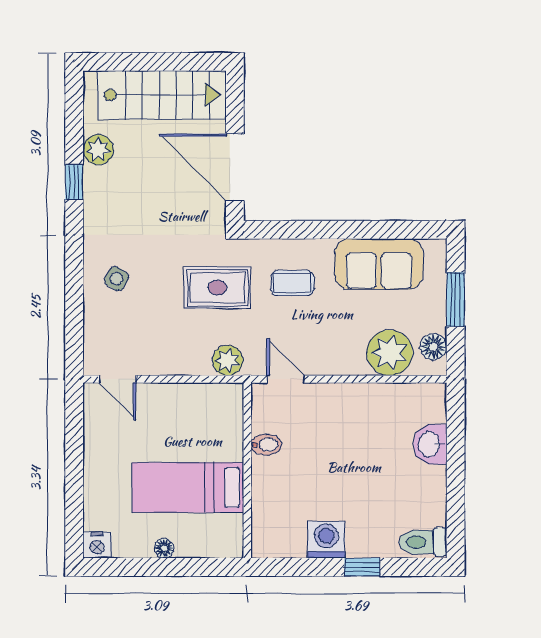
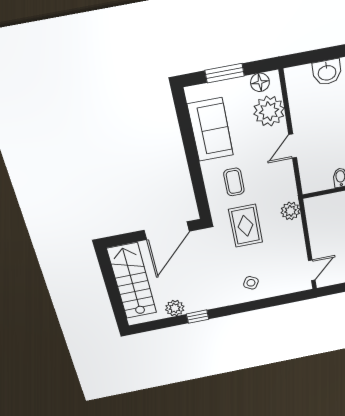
door: (286, 379) -> (293, 146), moved

